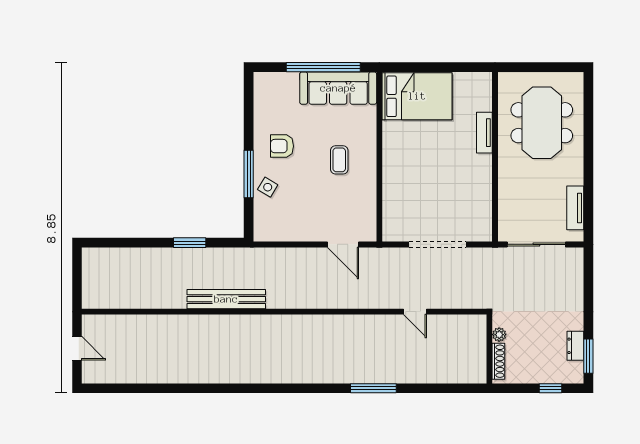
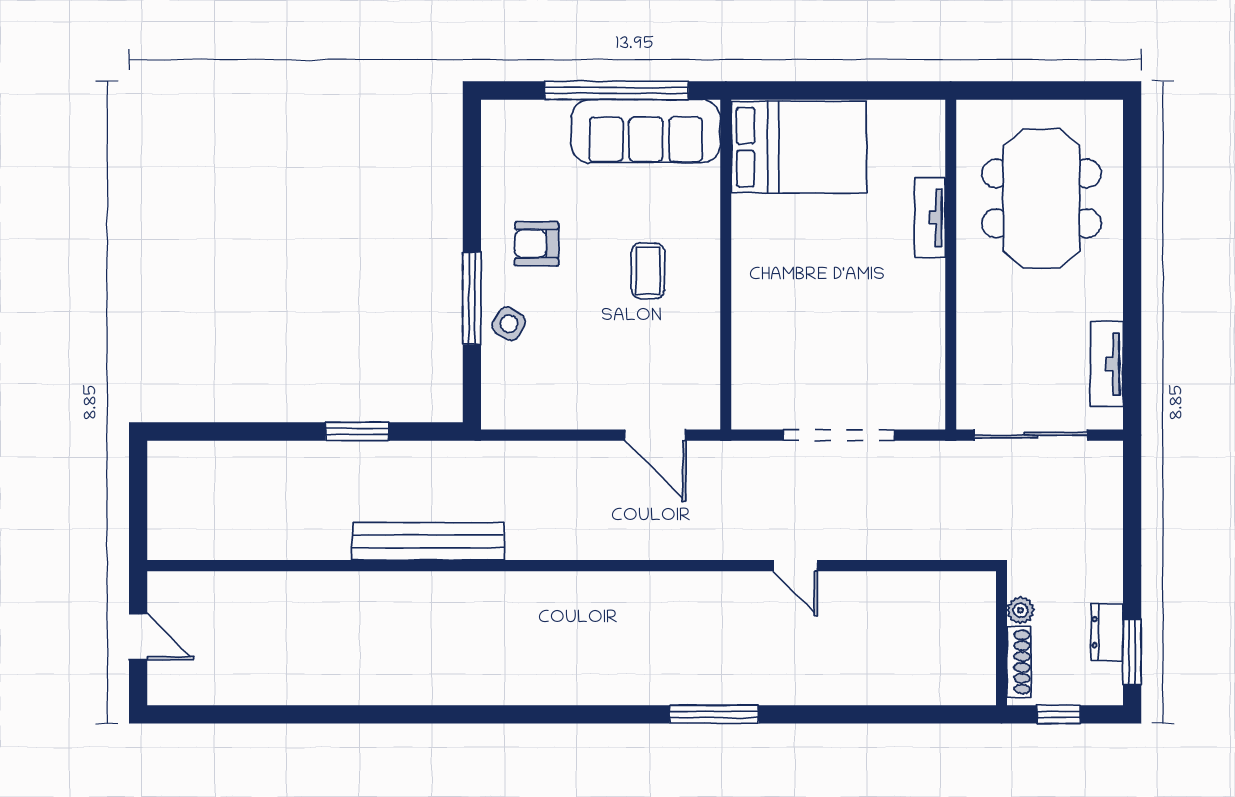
plant: (499, 335) -> (1021, 610), moved
wall: (489, 349) -> (1001, 638), moved
shoe rack: (498, 361) -> (1019, 662), moved

